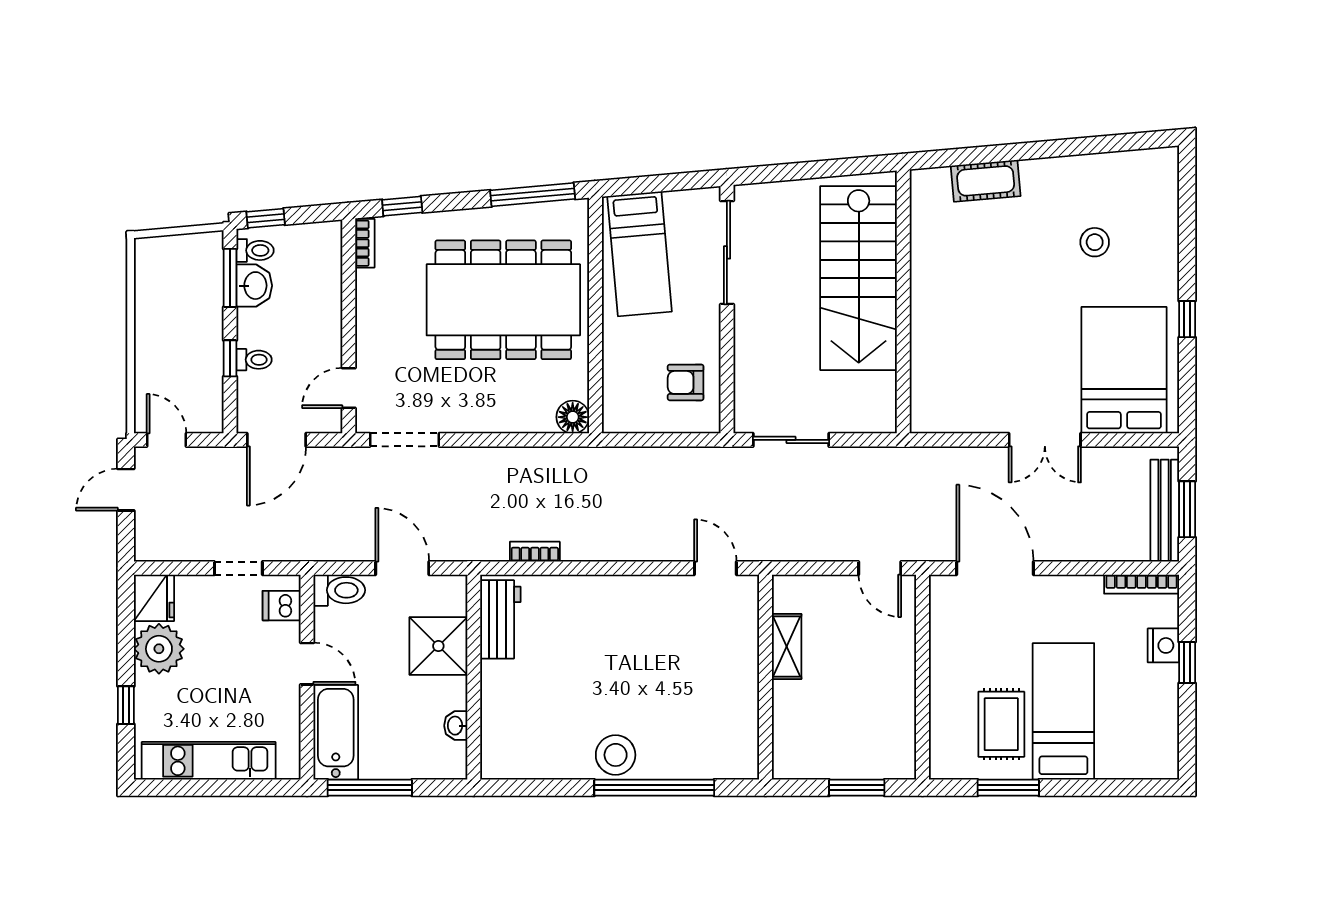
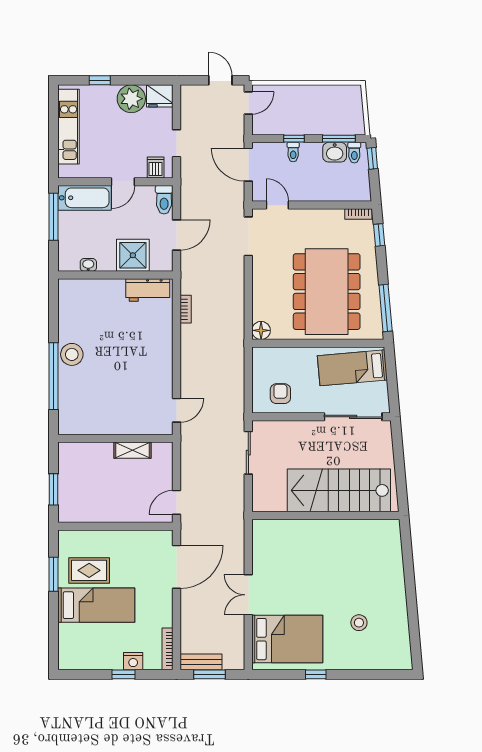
cot: (986, 181) -> (393, 562), removed
bench: (1165, 511) -> (201, 662), width x0.73

